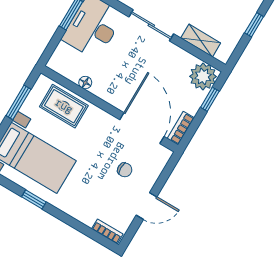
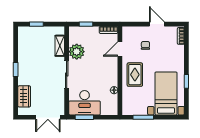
plant: (203, 76) -> (77, 52), moved
rug: (64, 106) -> (135, 75), moved
door: (142, 128) -> (120, 49), width x0.53

